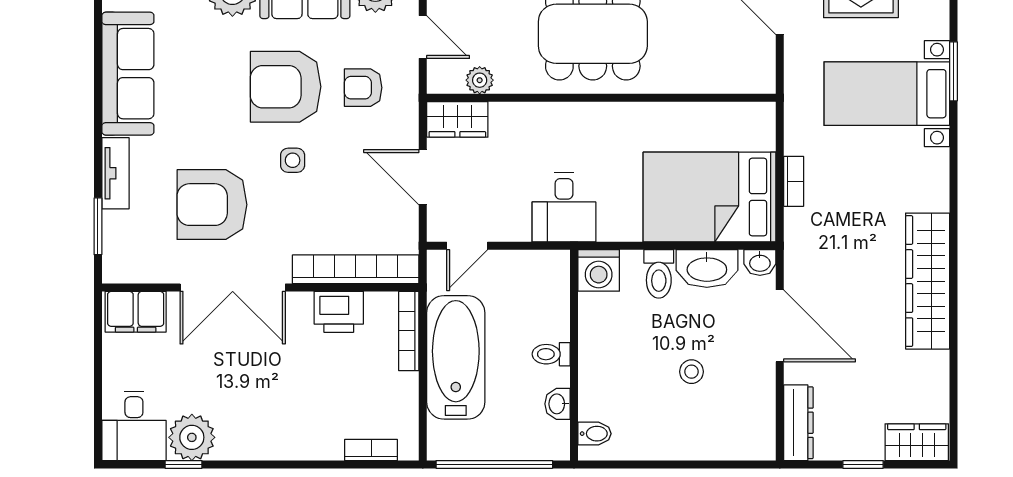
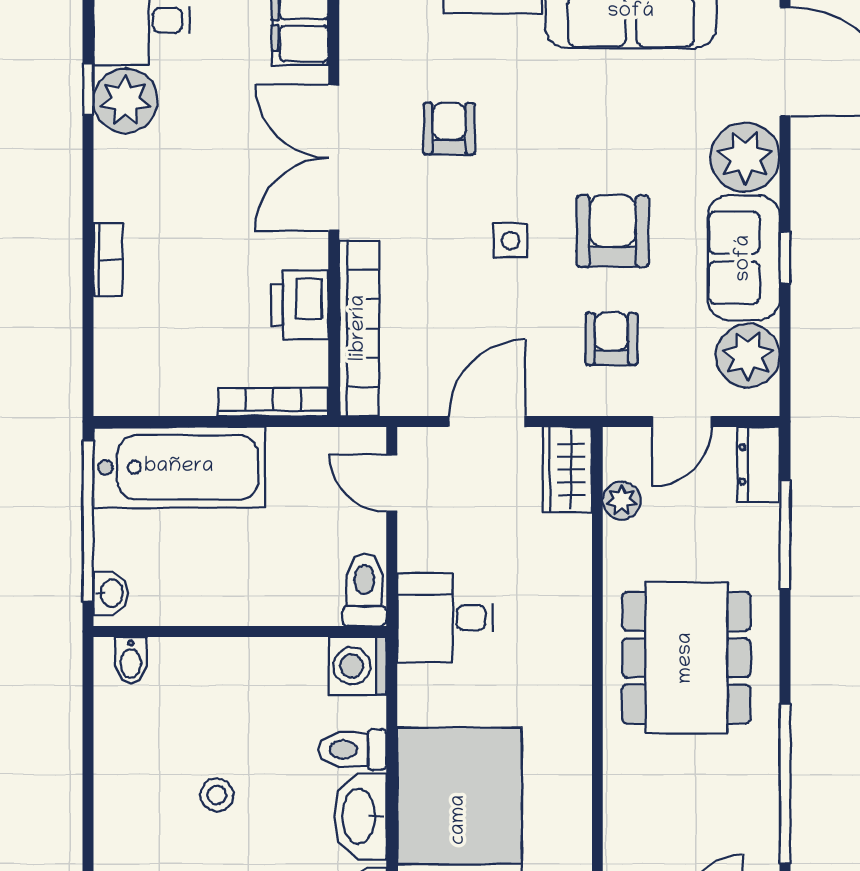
armchair: (286, 87) -> (613, 231), width x0.73, depth x0.73
armchair: (212, 205) -> (449, 129), width x0.53, depth x0.53
toilet: (551, 354) -> (364, 590), moved, width x1.37, depth x1.39
bathtub: (456, 357) -> (179, 467), moved
washbasin: (558, 404) -> (111, 593), moved, turned 90
bookcase: (371, 450) -> (108, 260), moved

